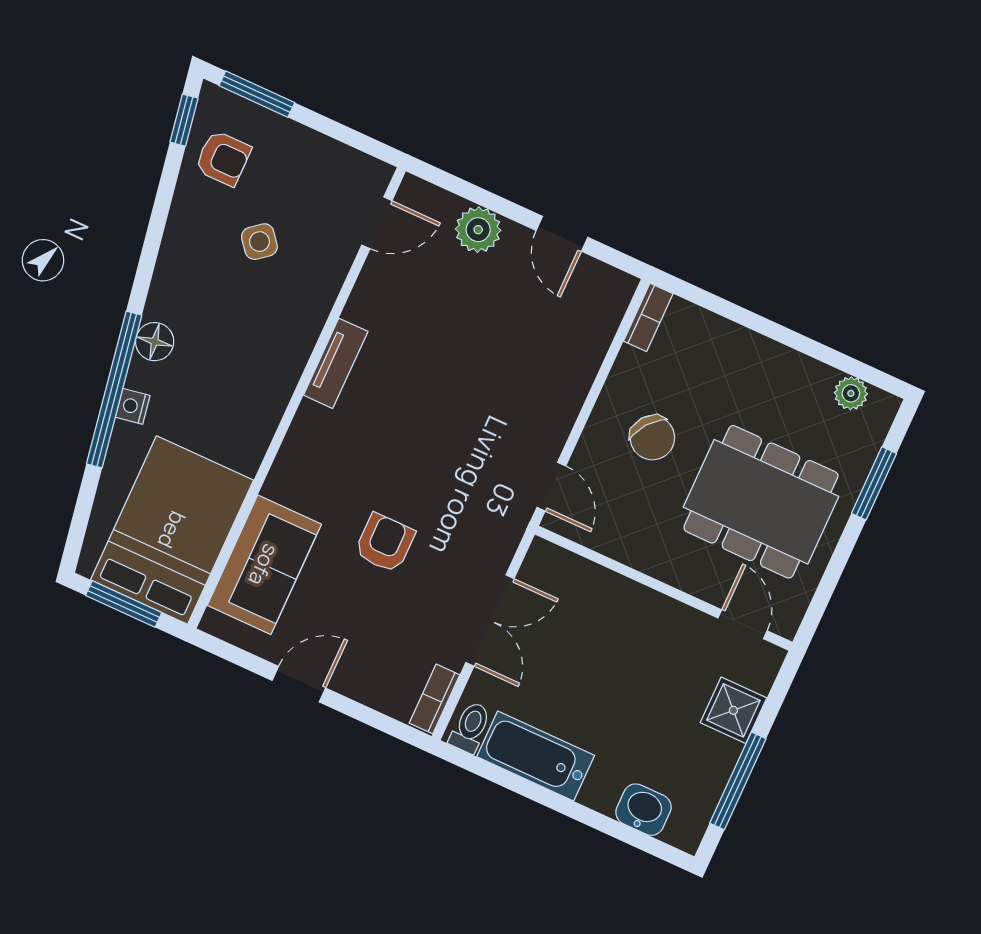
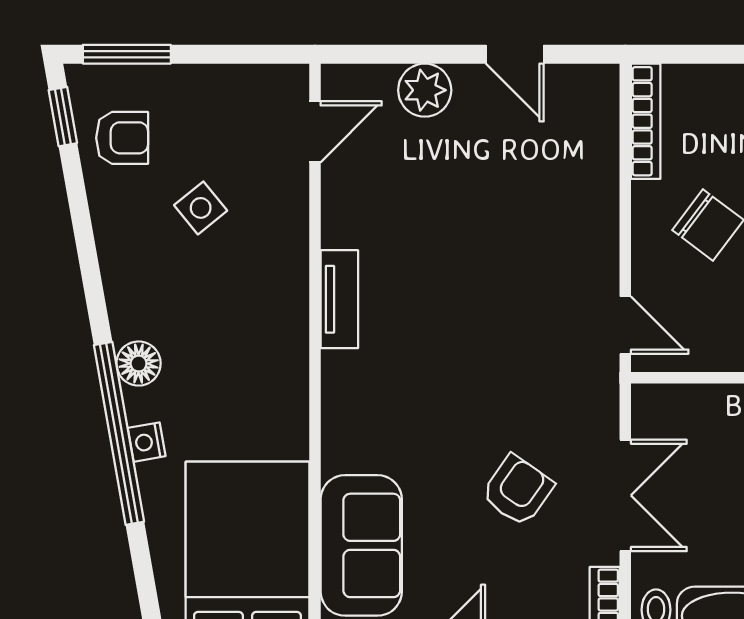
bookcase: (648, 317) -> (646, 121), width x1.56
armchair: (385, 543) -> (518, 490), moved, turned 35

